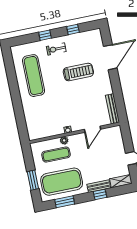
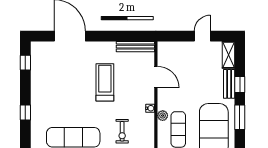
window: (73, 29) -> (25, 63), moved
exercise bike: (56, 49) -> (122, 131), moved
treadmill: (78, 72) -> (105, 82), moved
window: (65, 202) -> (240, 117), moved

